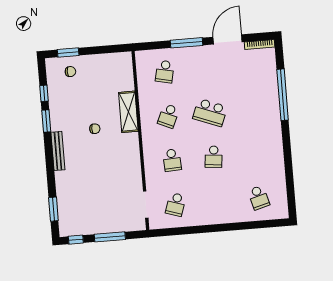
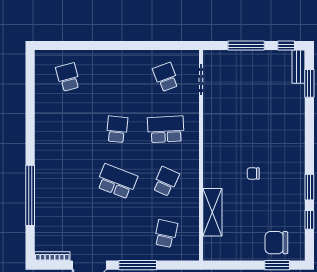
chair: (70, 72) -> (276, 243), width x1.87, depth x1.87
shelving: (128, 112) -> (212, 212), moved
bench: (58, 151) -> (299, 67), moved, width x0.73
school desk: (172, 160) -> (166, 129), width x1.85
school desk: (176, 204) -> (166, 77), turned -39

